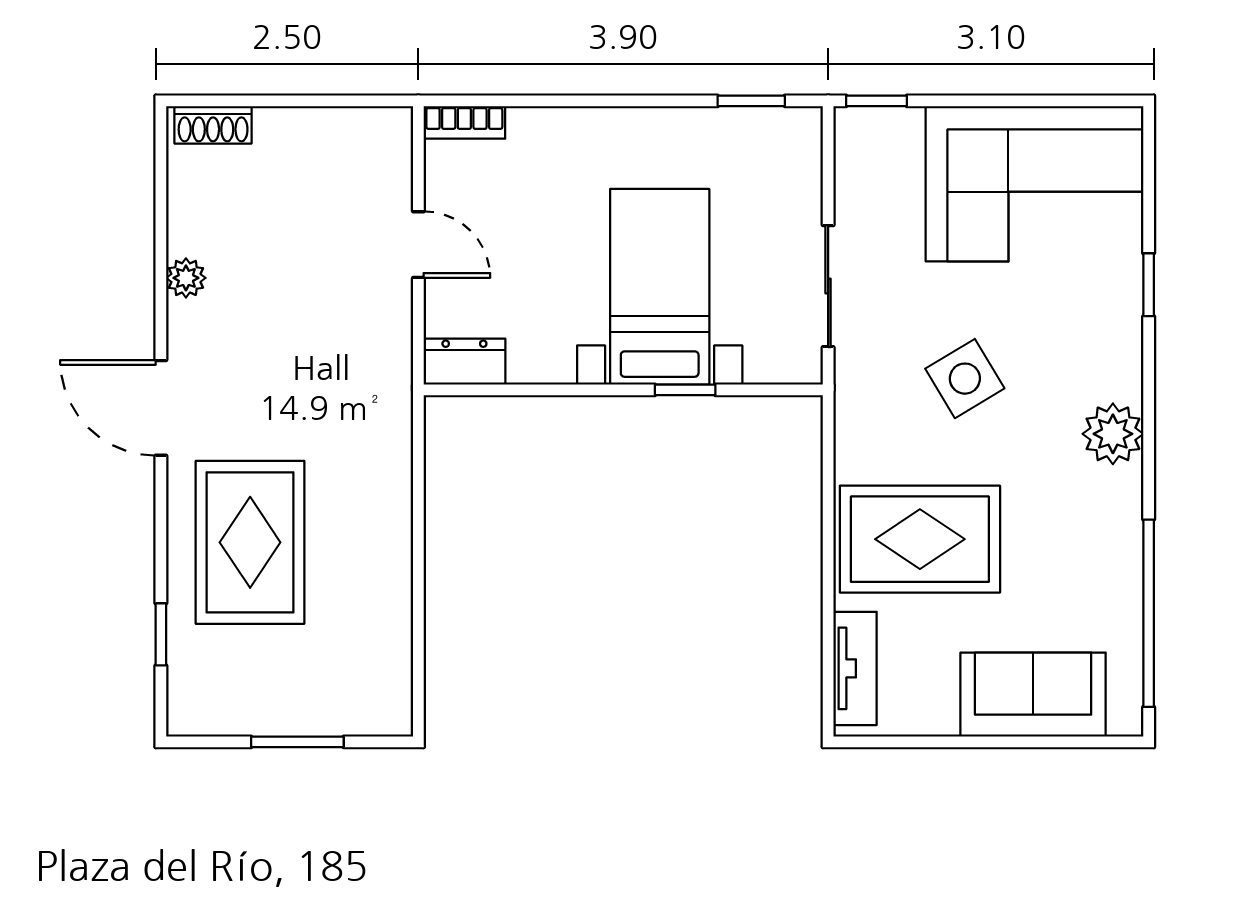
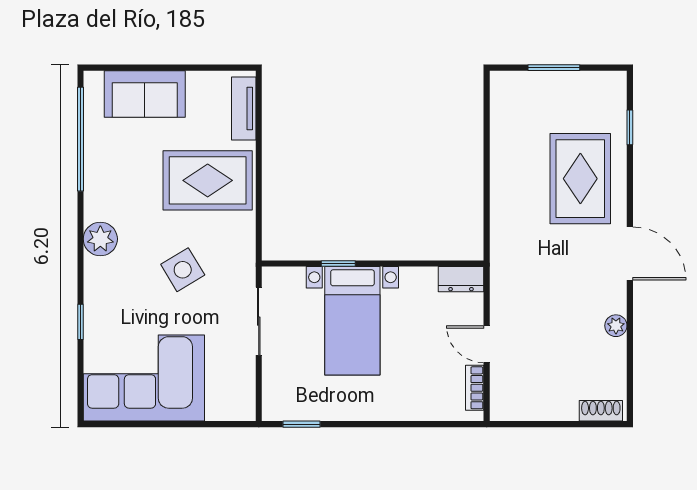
window: (876, 101) -> (232, 424), removed
bookcase: (464, 122) -> (475, 388), moved, turned -90

